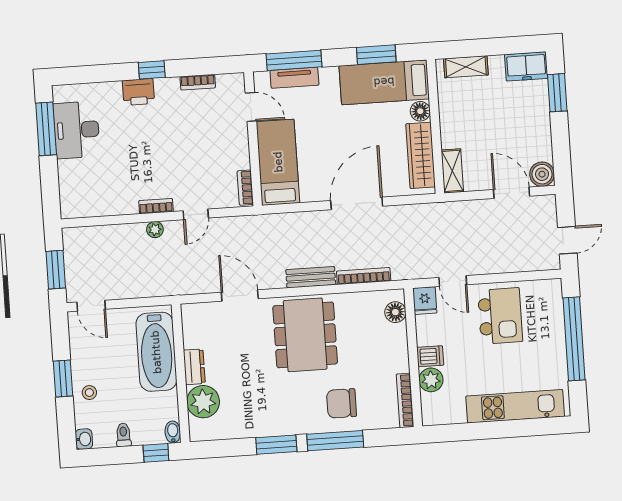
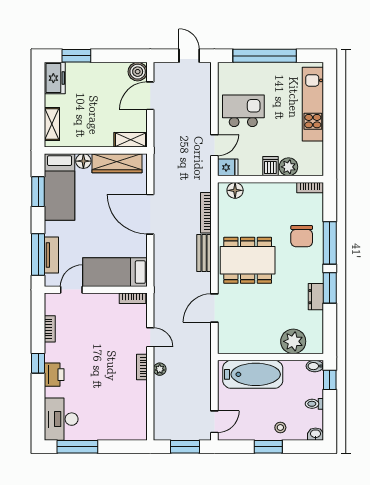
desk: (77, 130) -> (61, 419), moved, turned 90
dresser: (194, 367) -> (316, 297), moved, turned -90
bookcase: (405, 400) -> (310, 188), width x0.64

